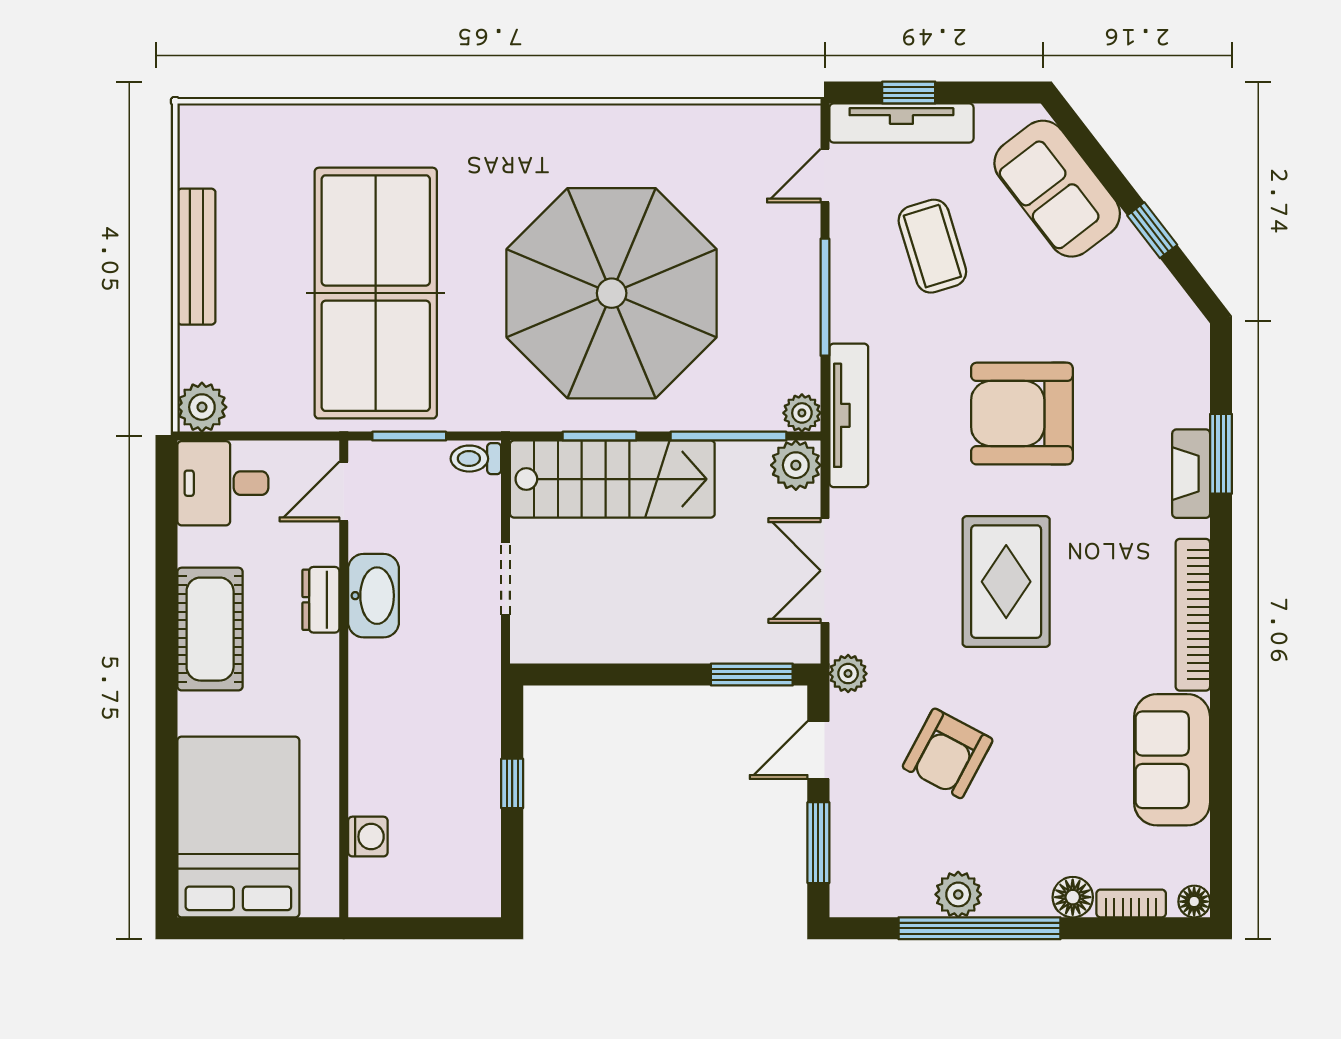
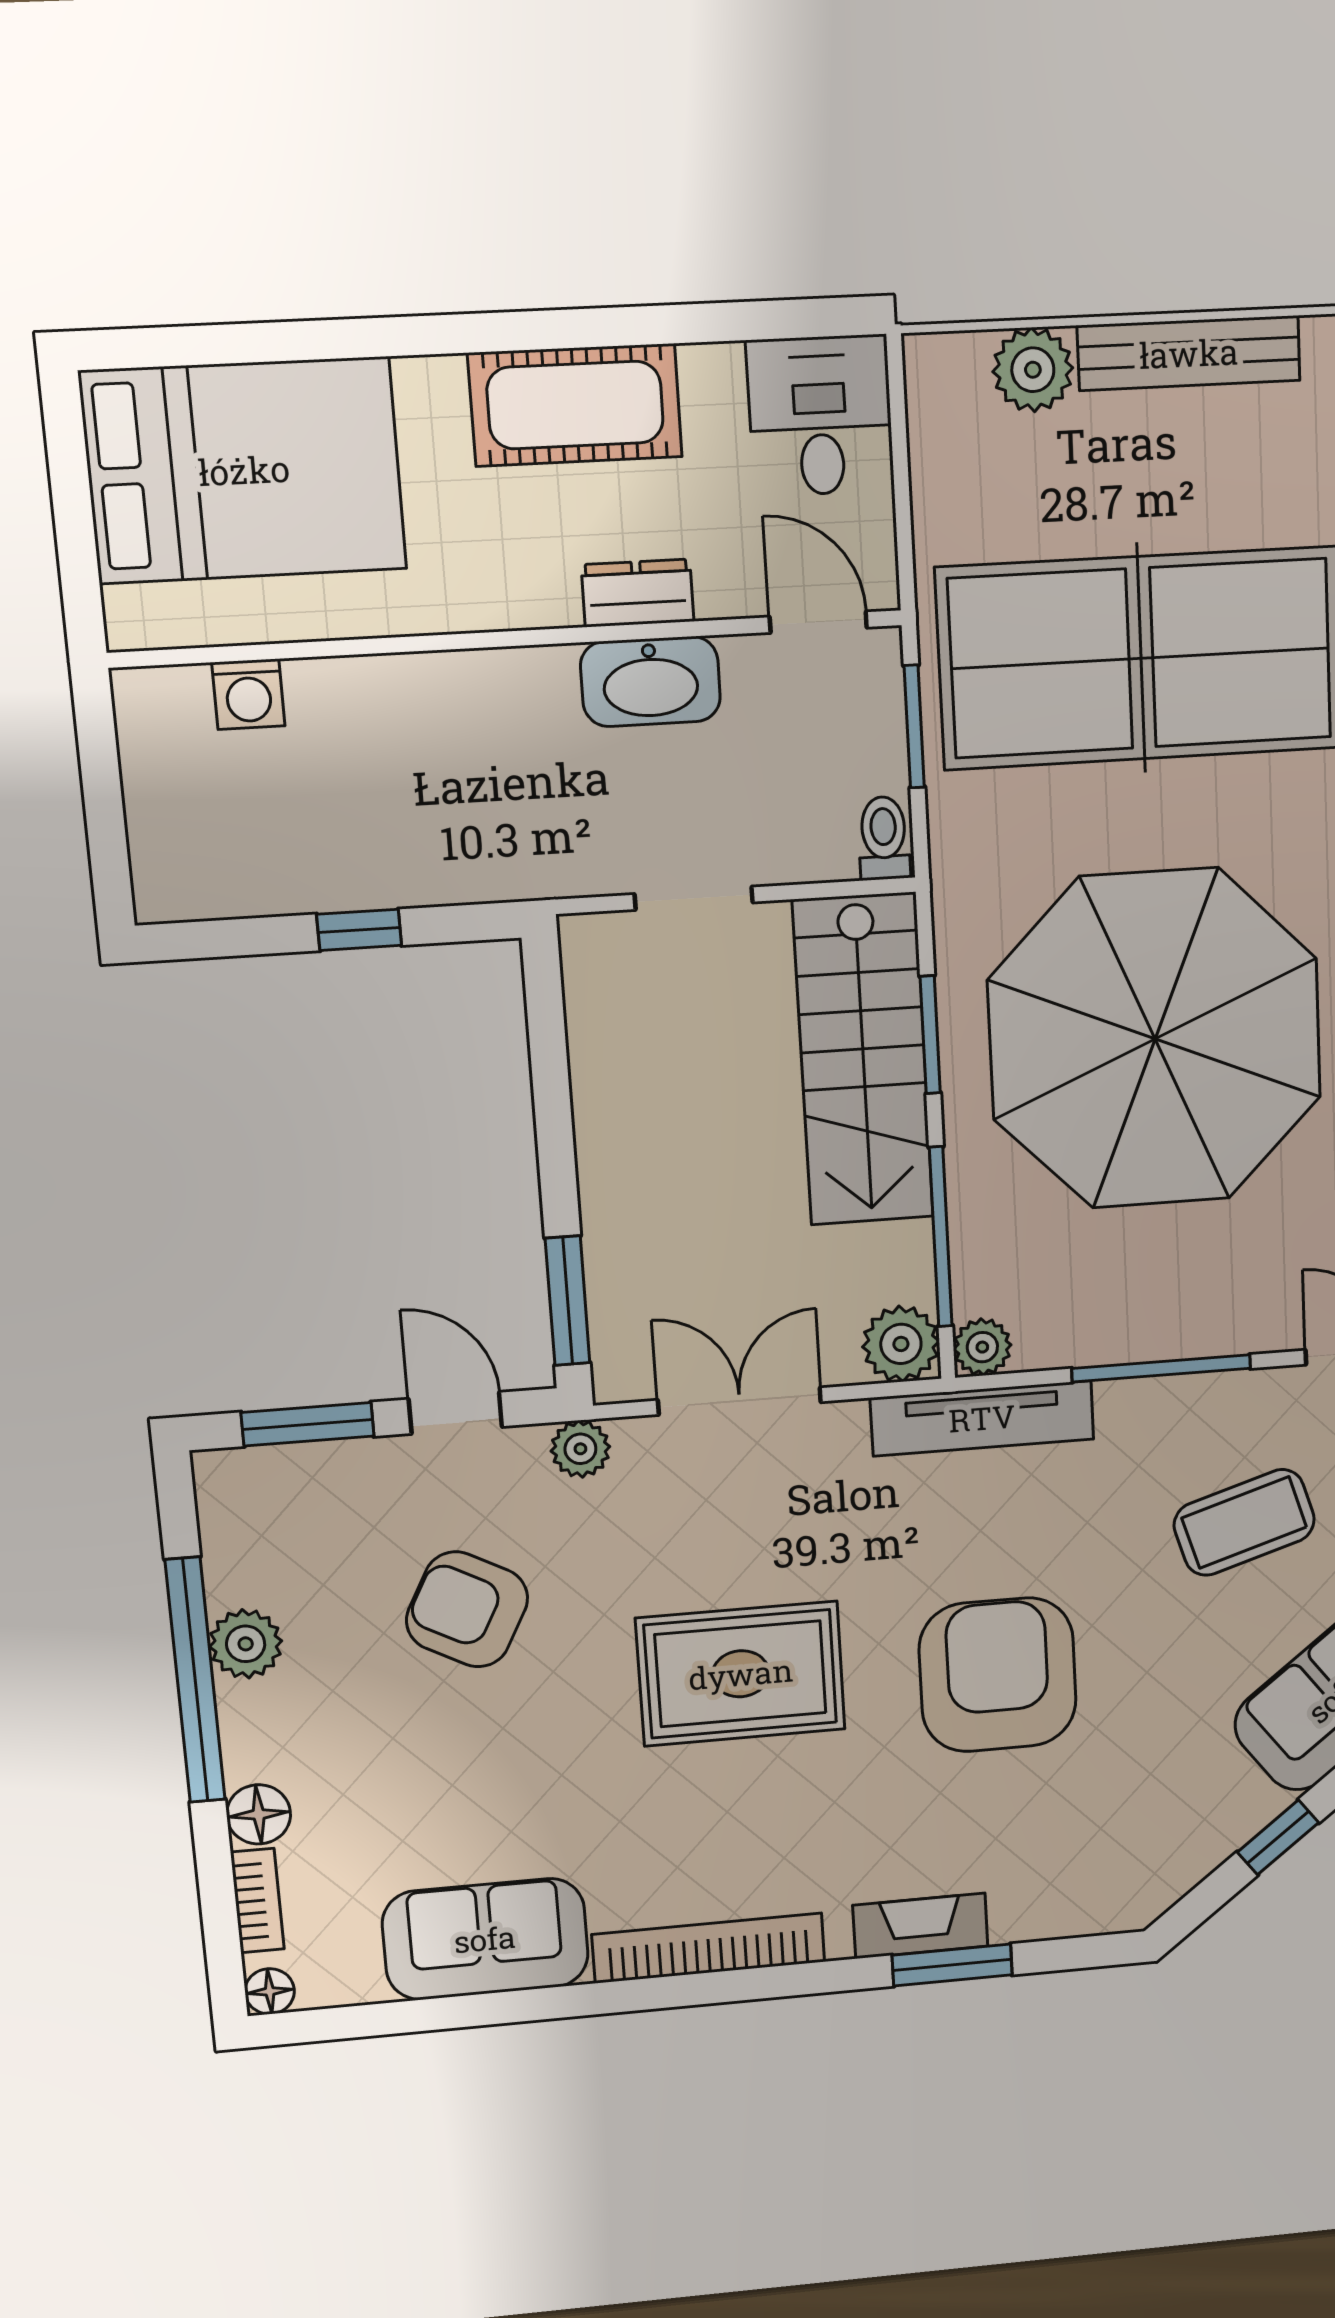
plant: (202, 407) -> (1033, 370), moved

